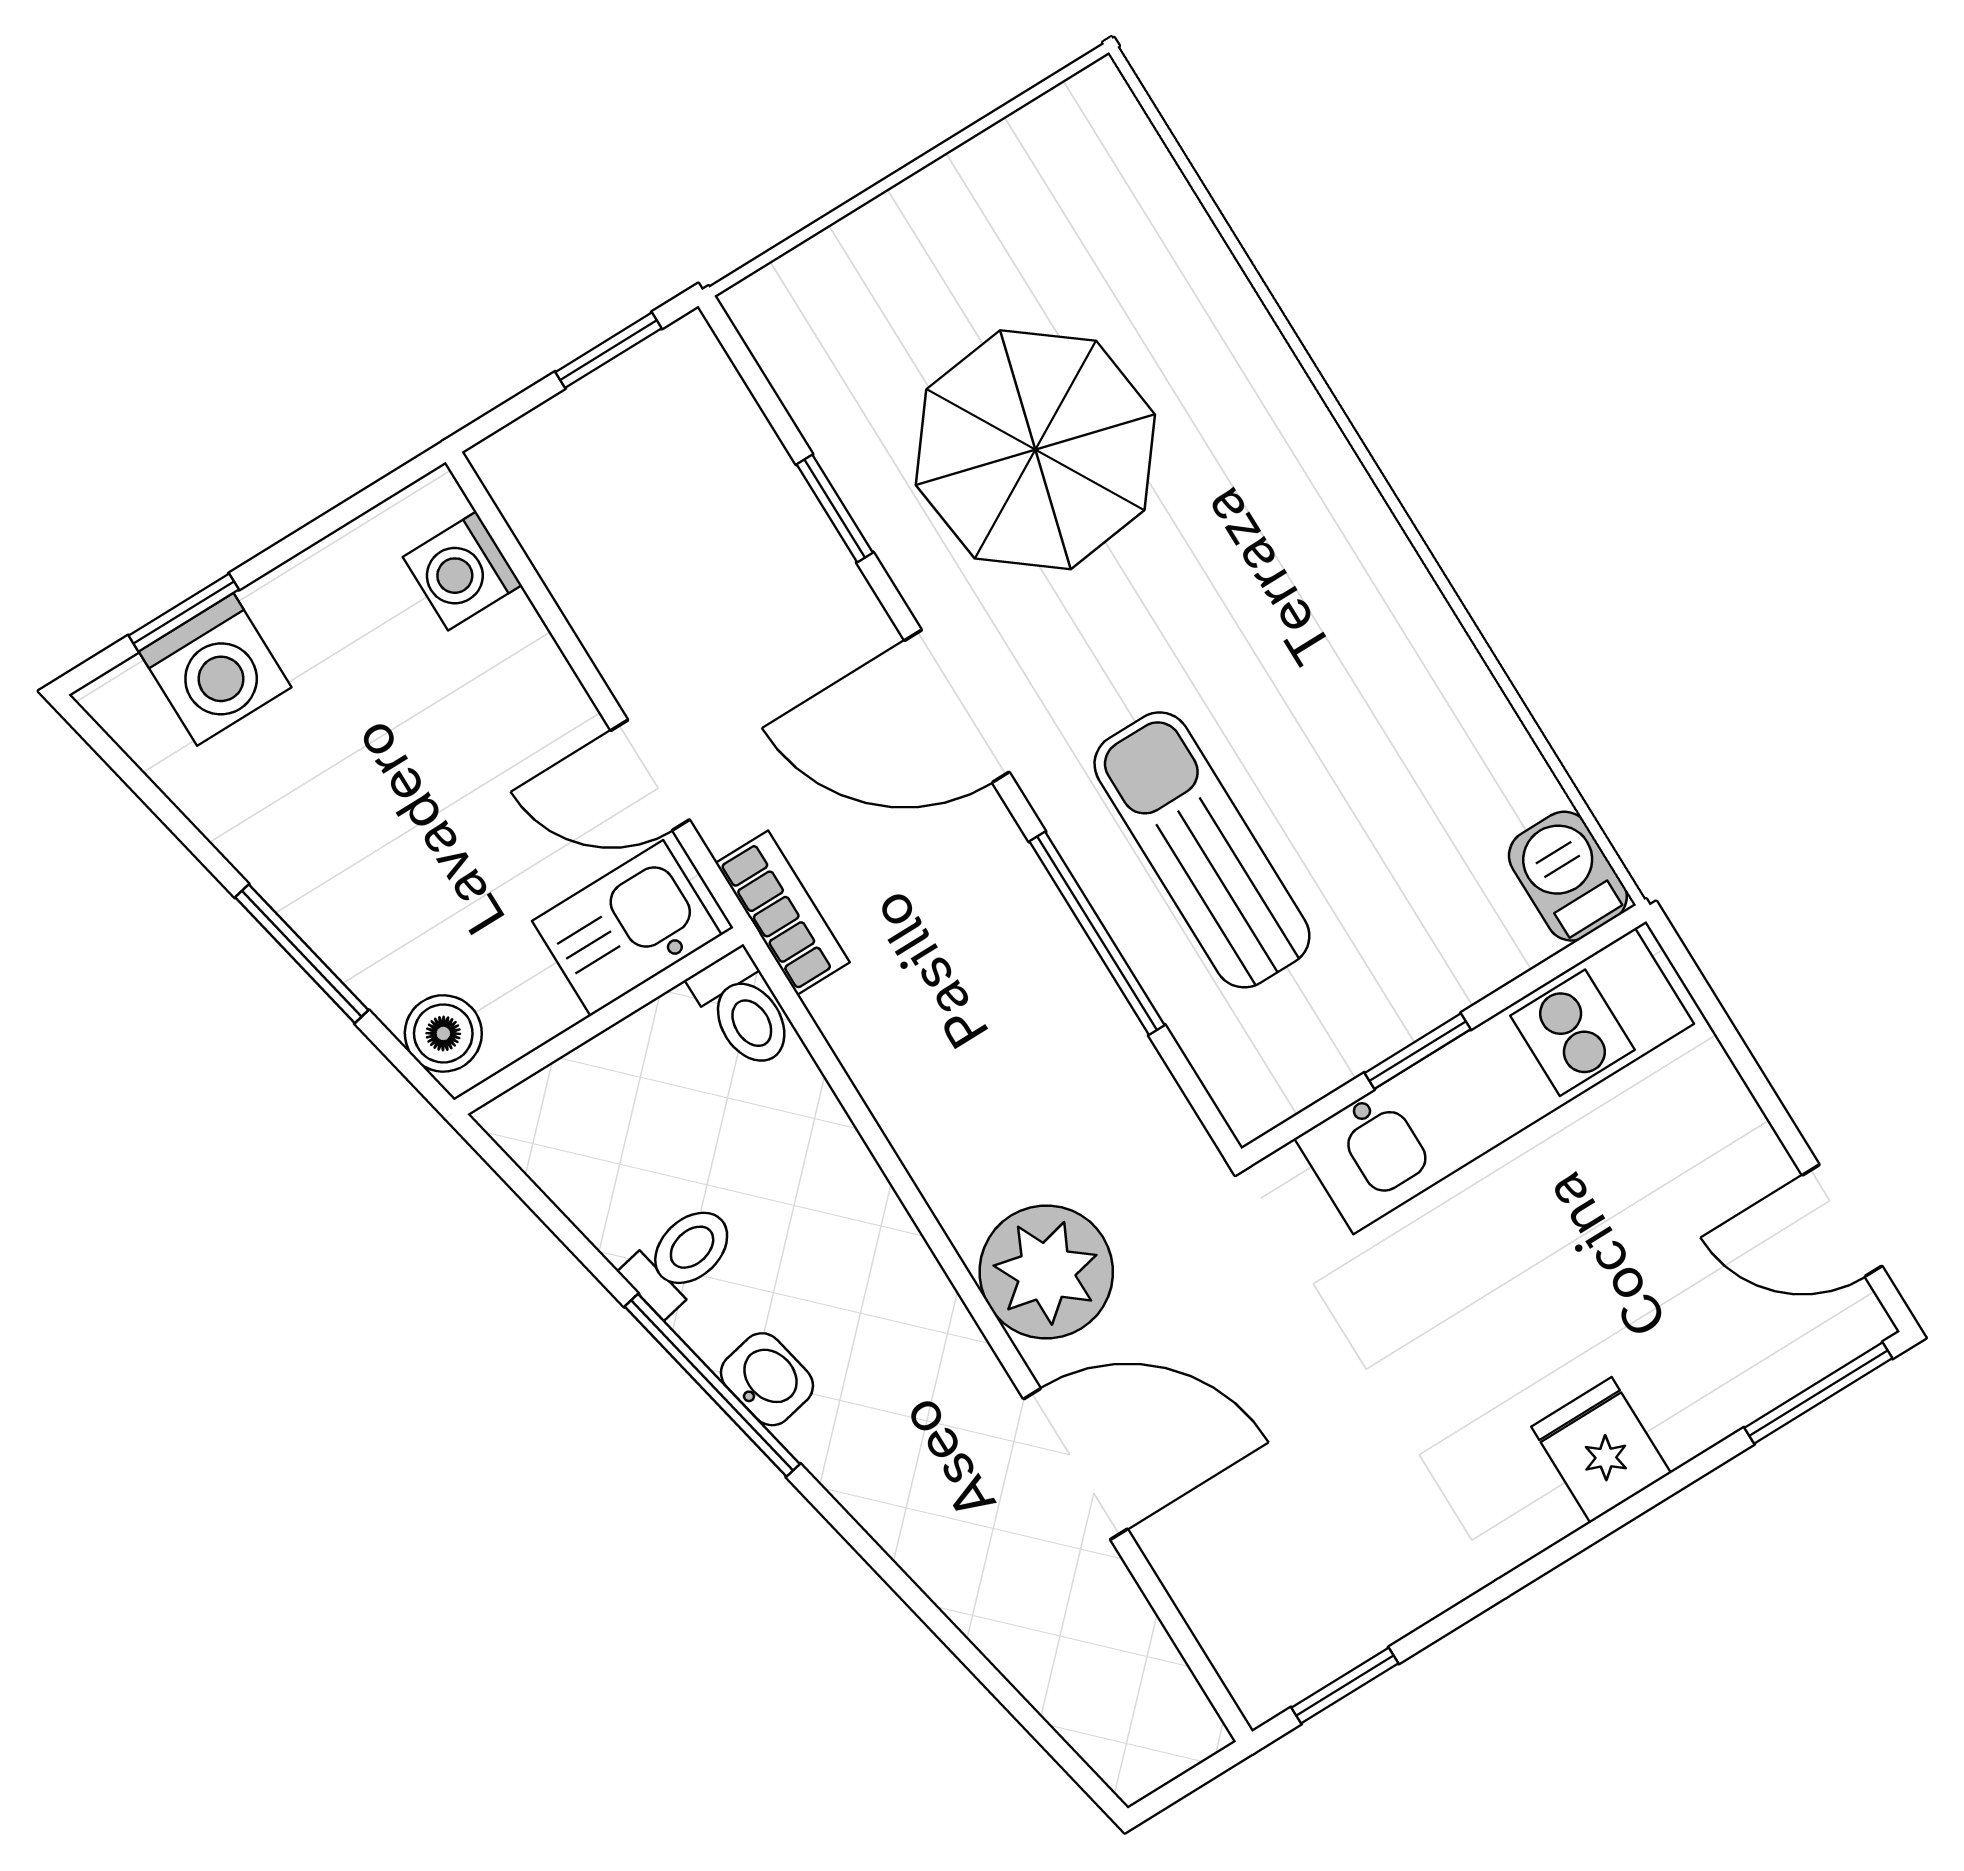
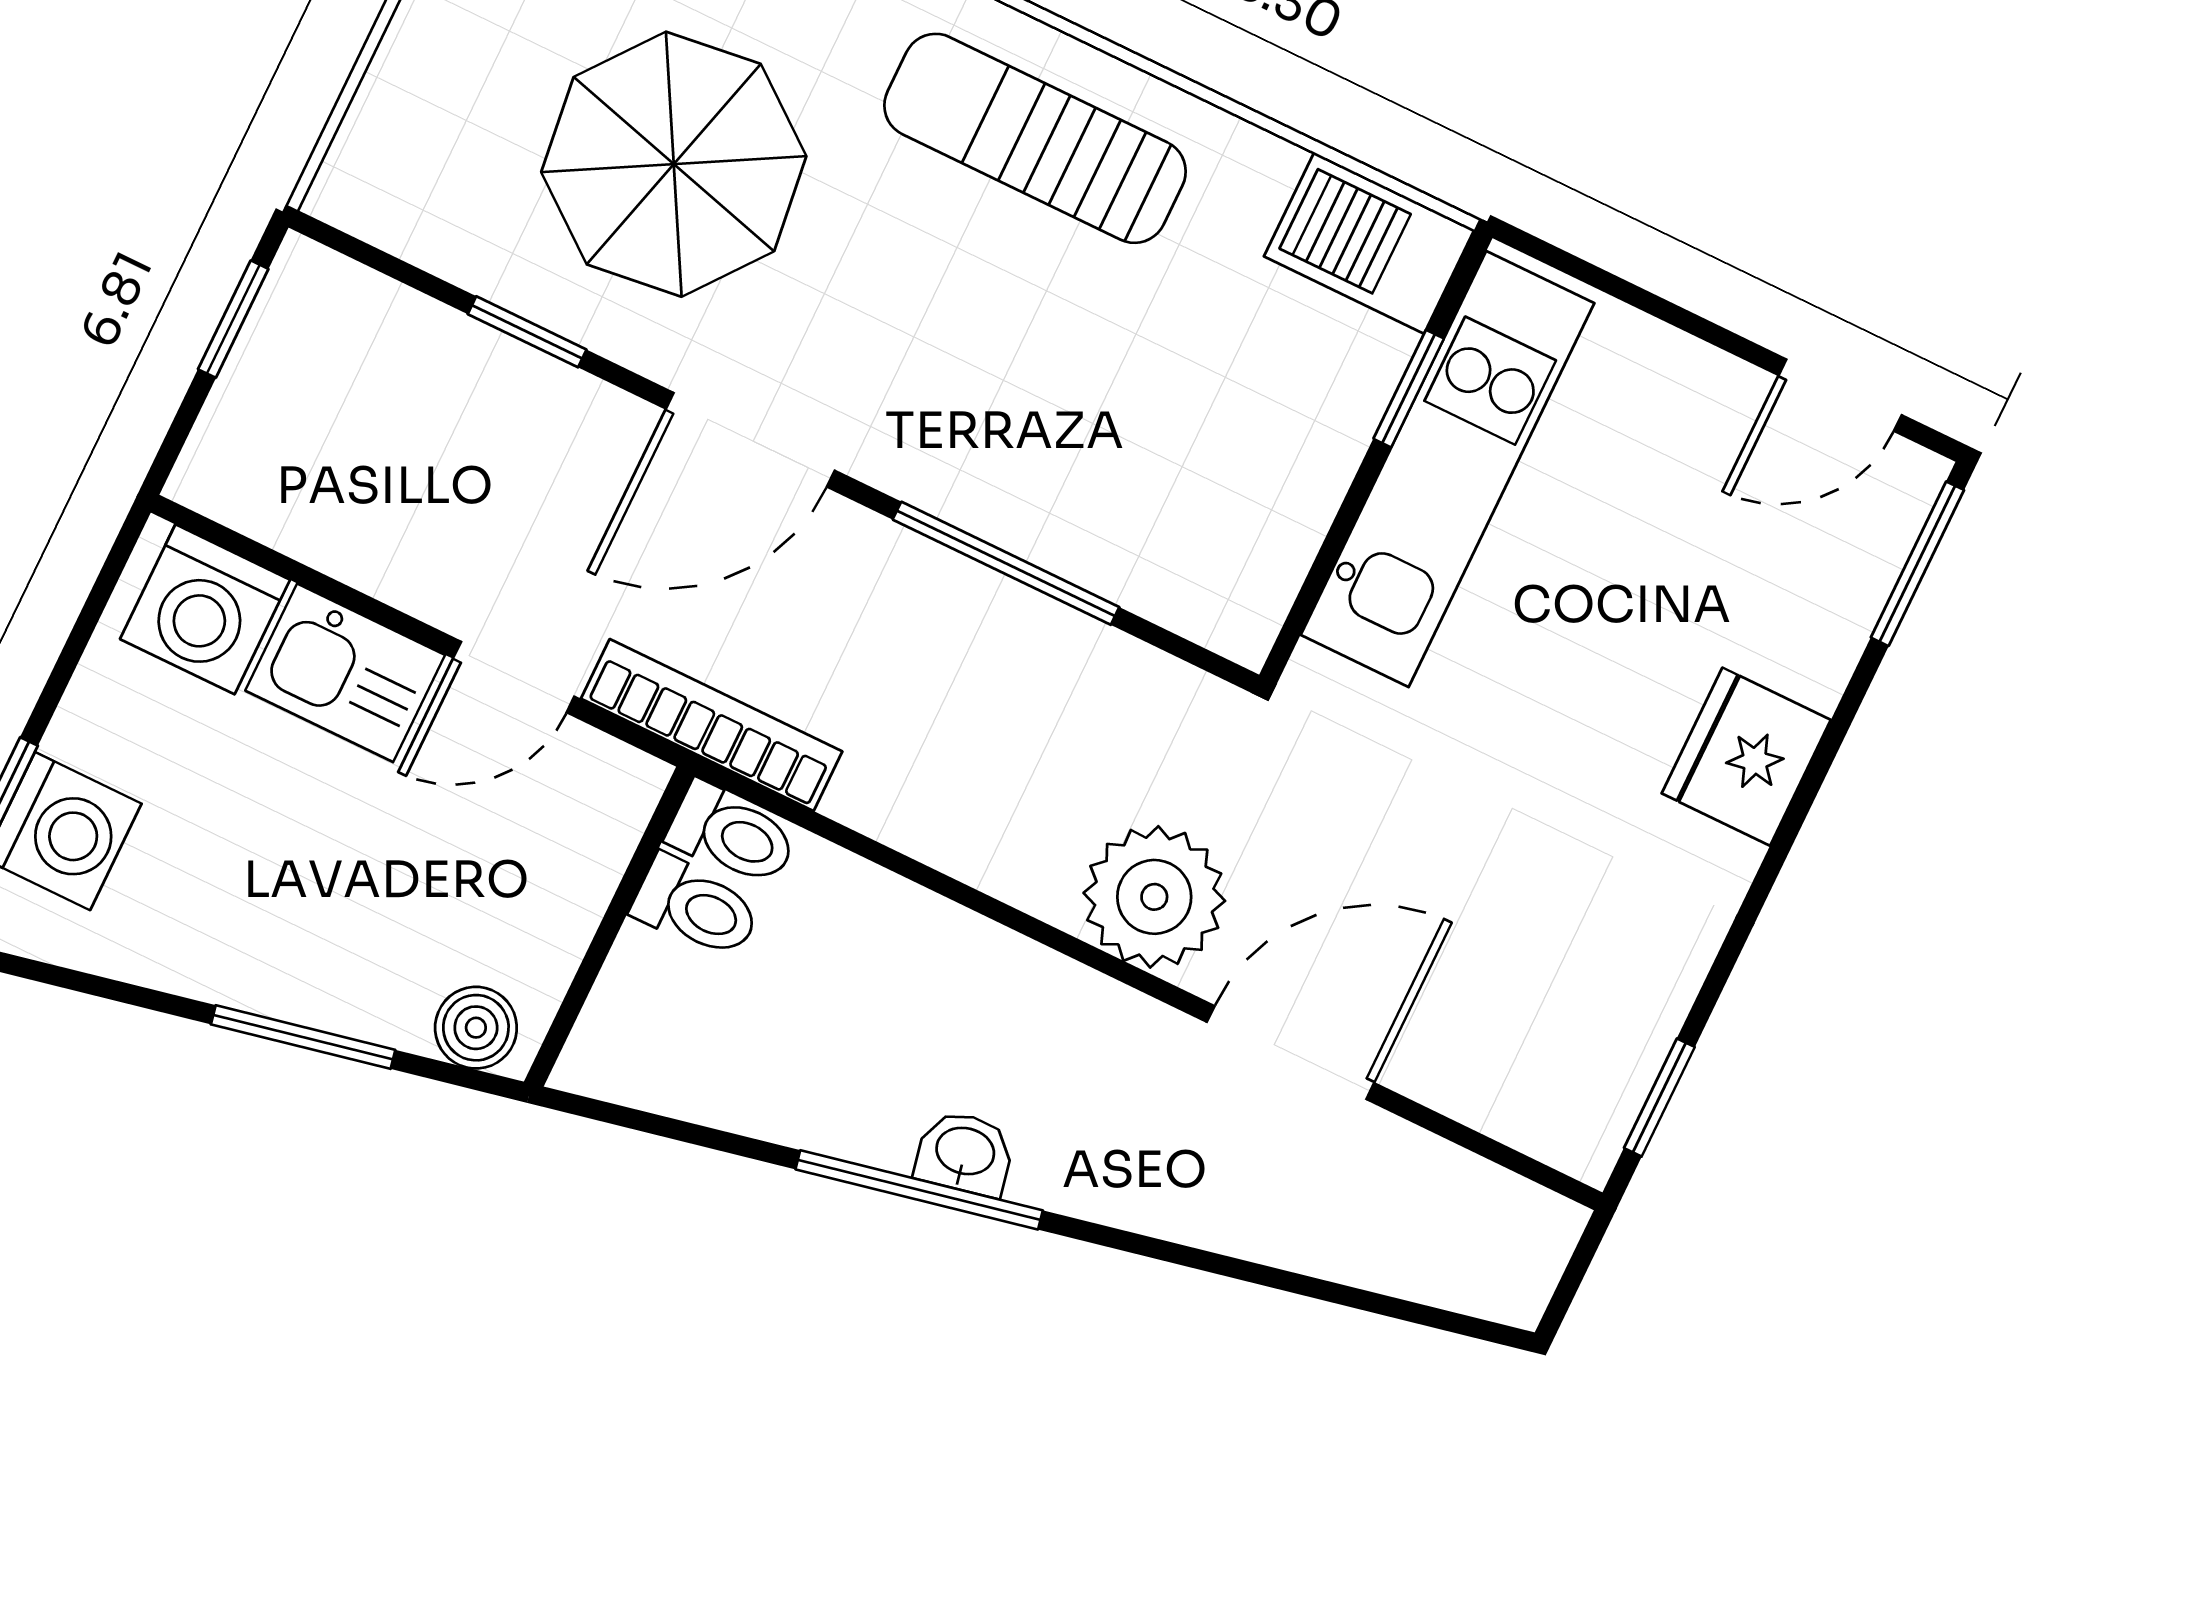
washing machine: (462, 571) -> (205, 609), width x1.38, depth x1.38
sun lounger: (1202, 850) -> (1035, 138), moved
barbecue: (1568, 876) -> (1369, 243), width x1.38, depth x1.27
bookcase: (783, 913) -> (712, 725), width x1.56
kitchen sink: (627, 928) -> (345, 673), moved, turned -90
window: (1418, 1051) -> (1409, 389), moved
toilet: (681, 1258) -> (696, 907), moved, turned 102
fridge: (1601, 1450) -> (1746, 757), width x1.38

